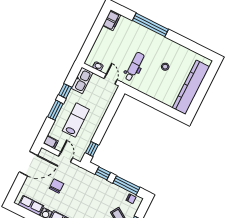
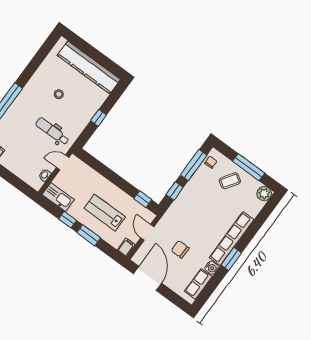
window: (151, 102) -> (98, 118), added
door: (66, 157) -> (147, 232), hinge flipped

